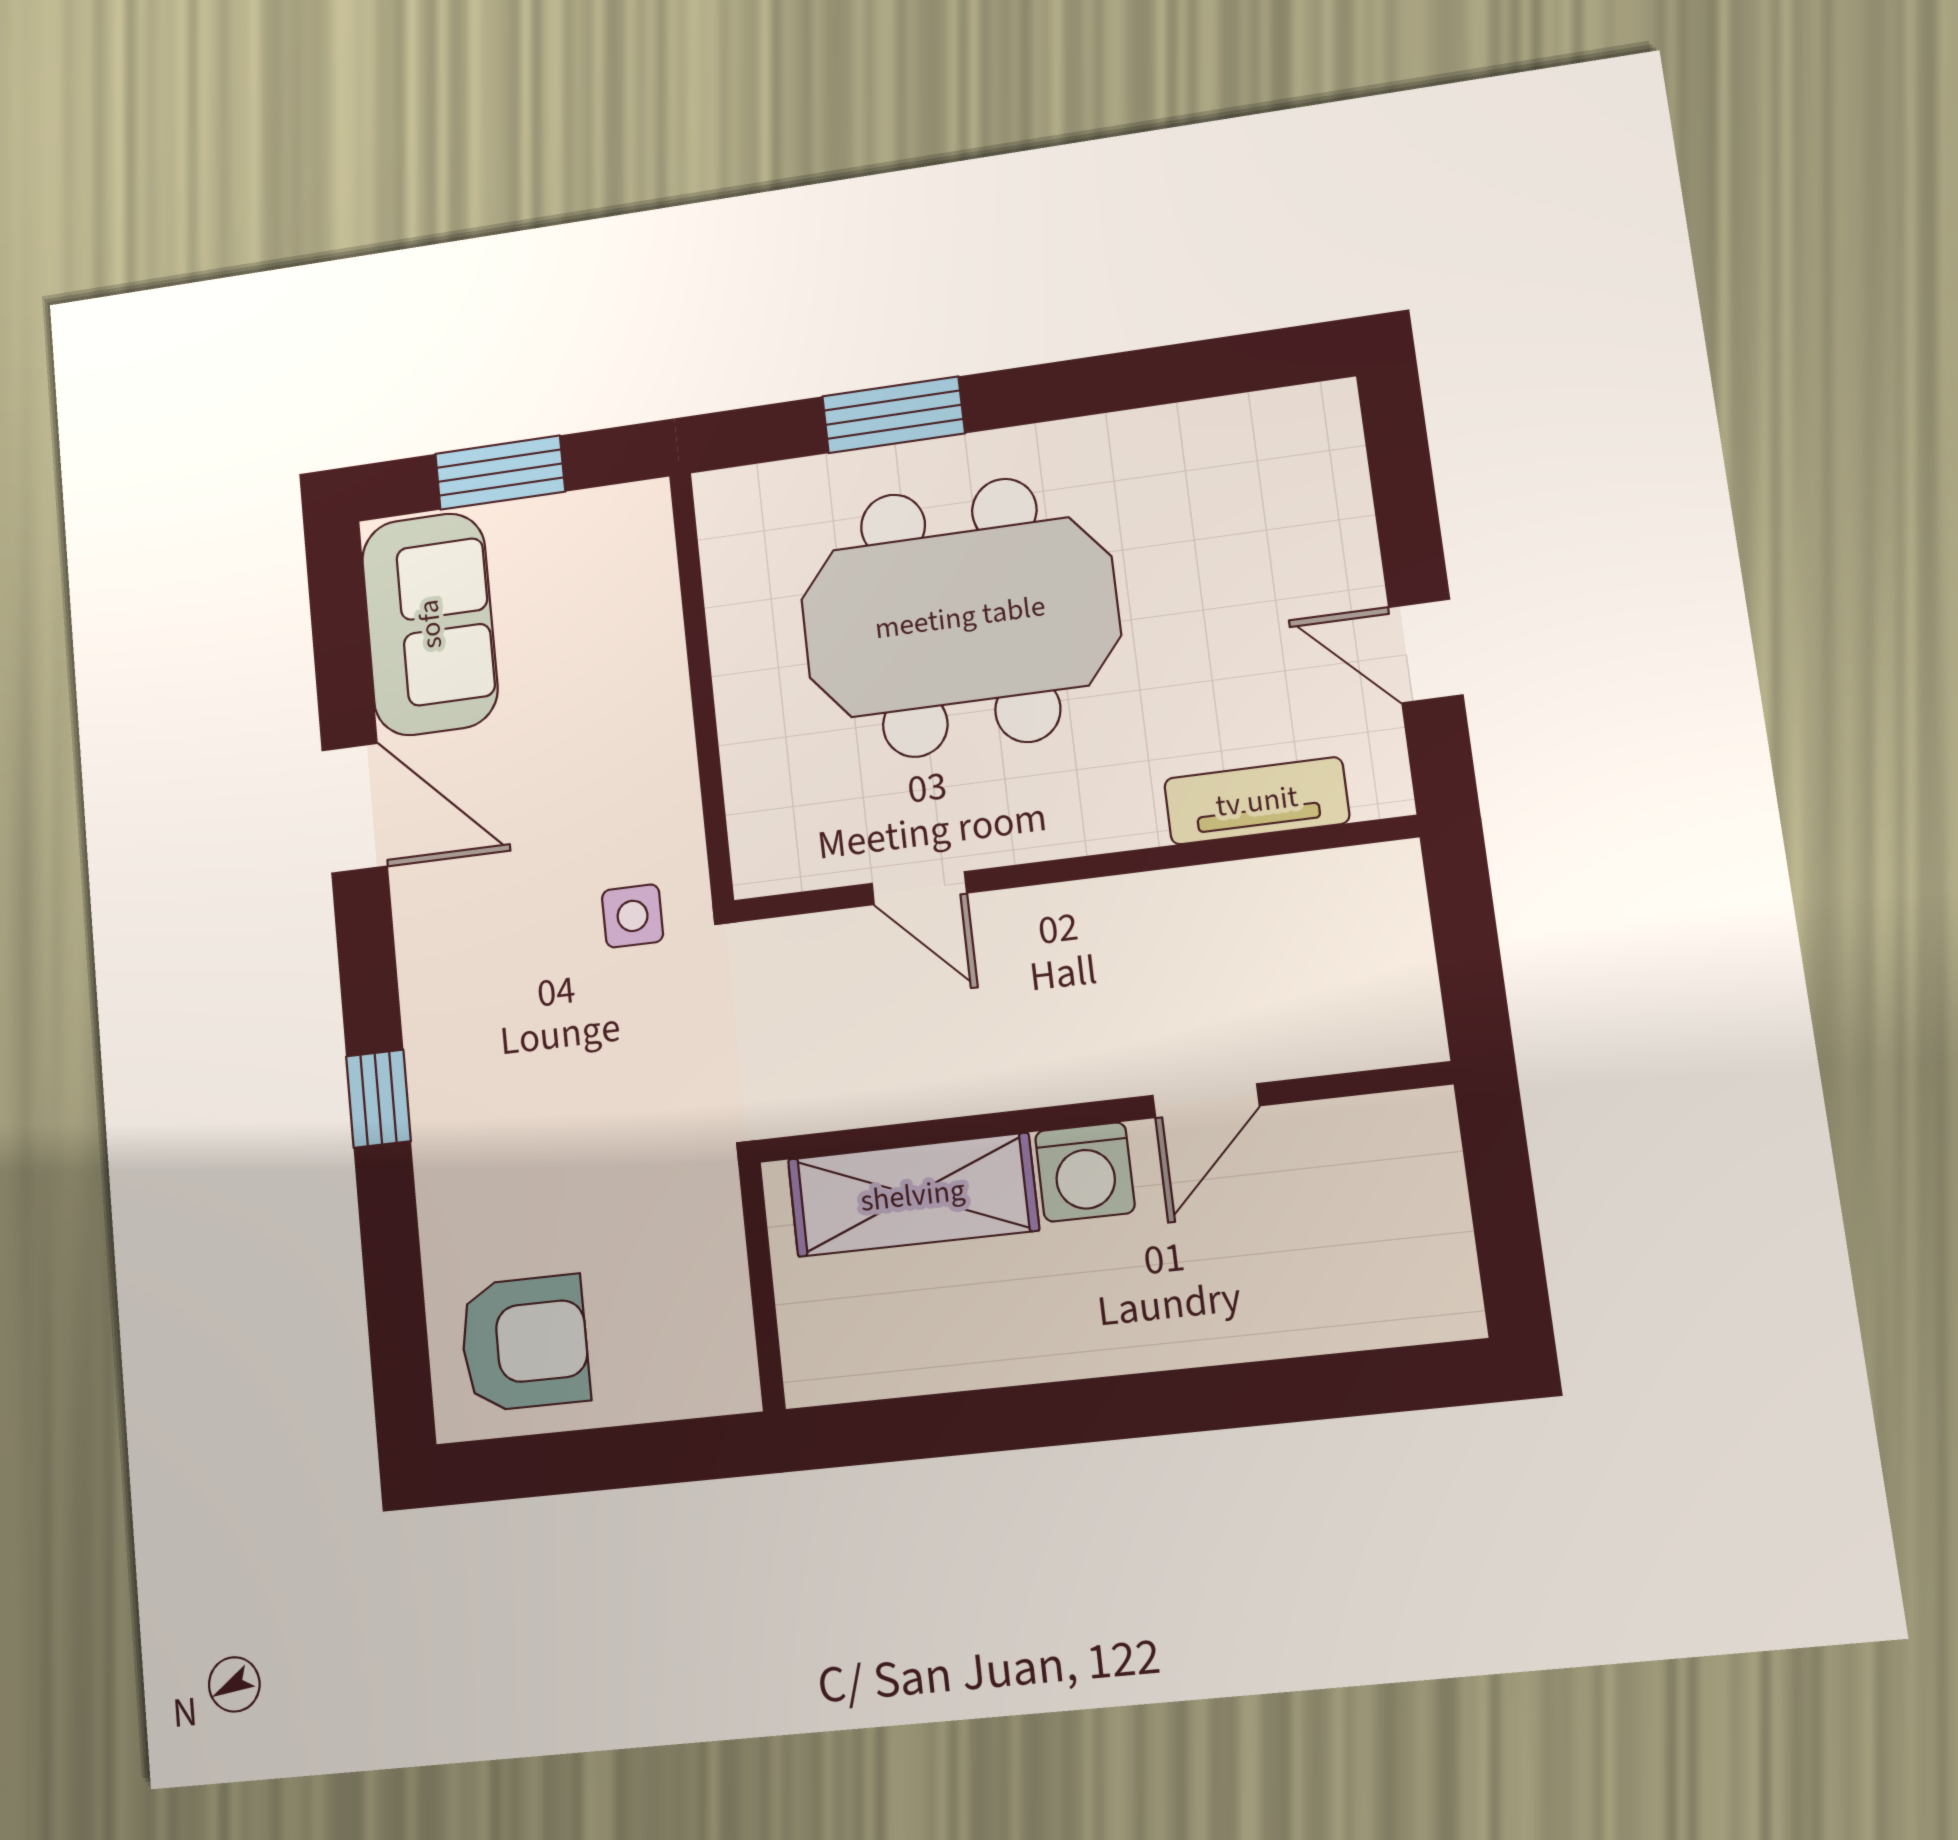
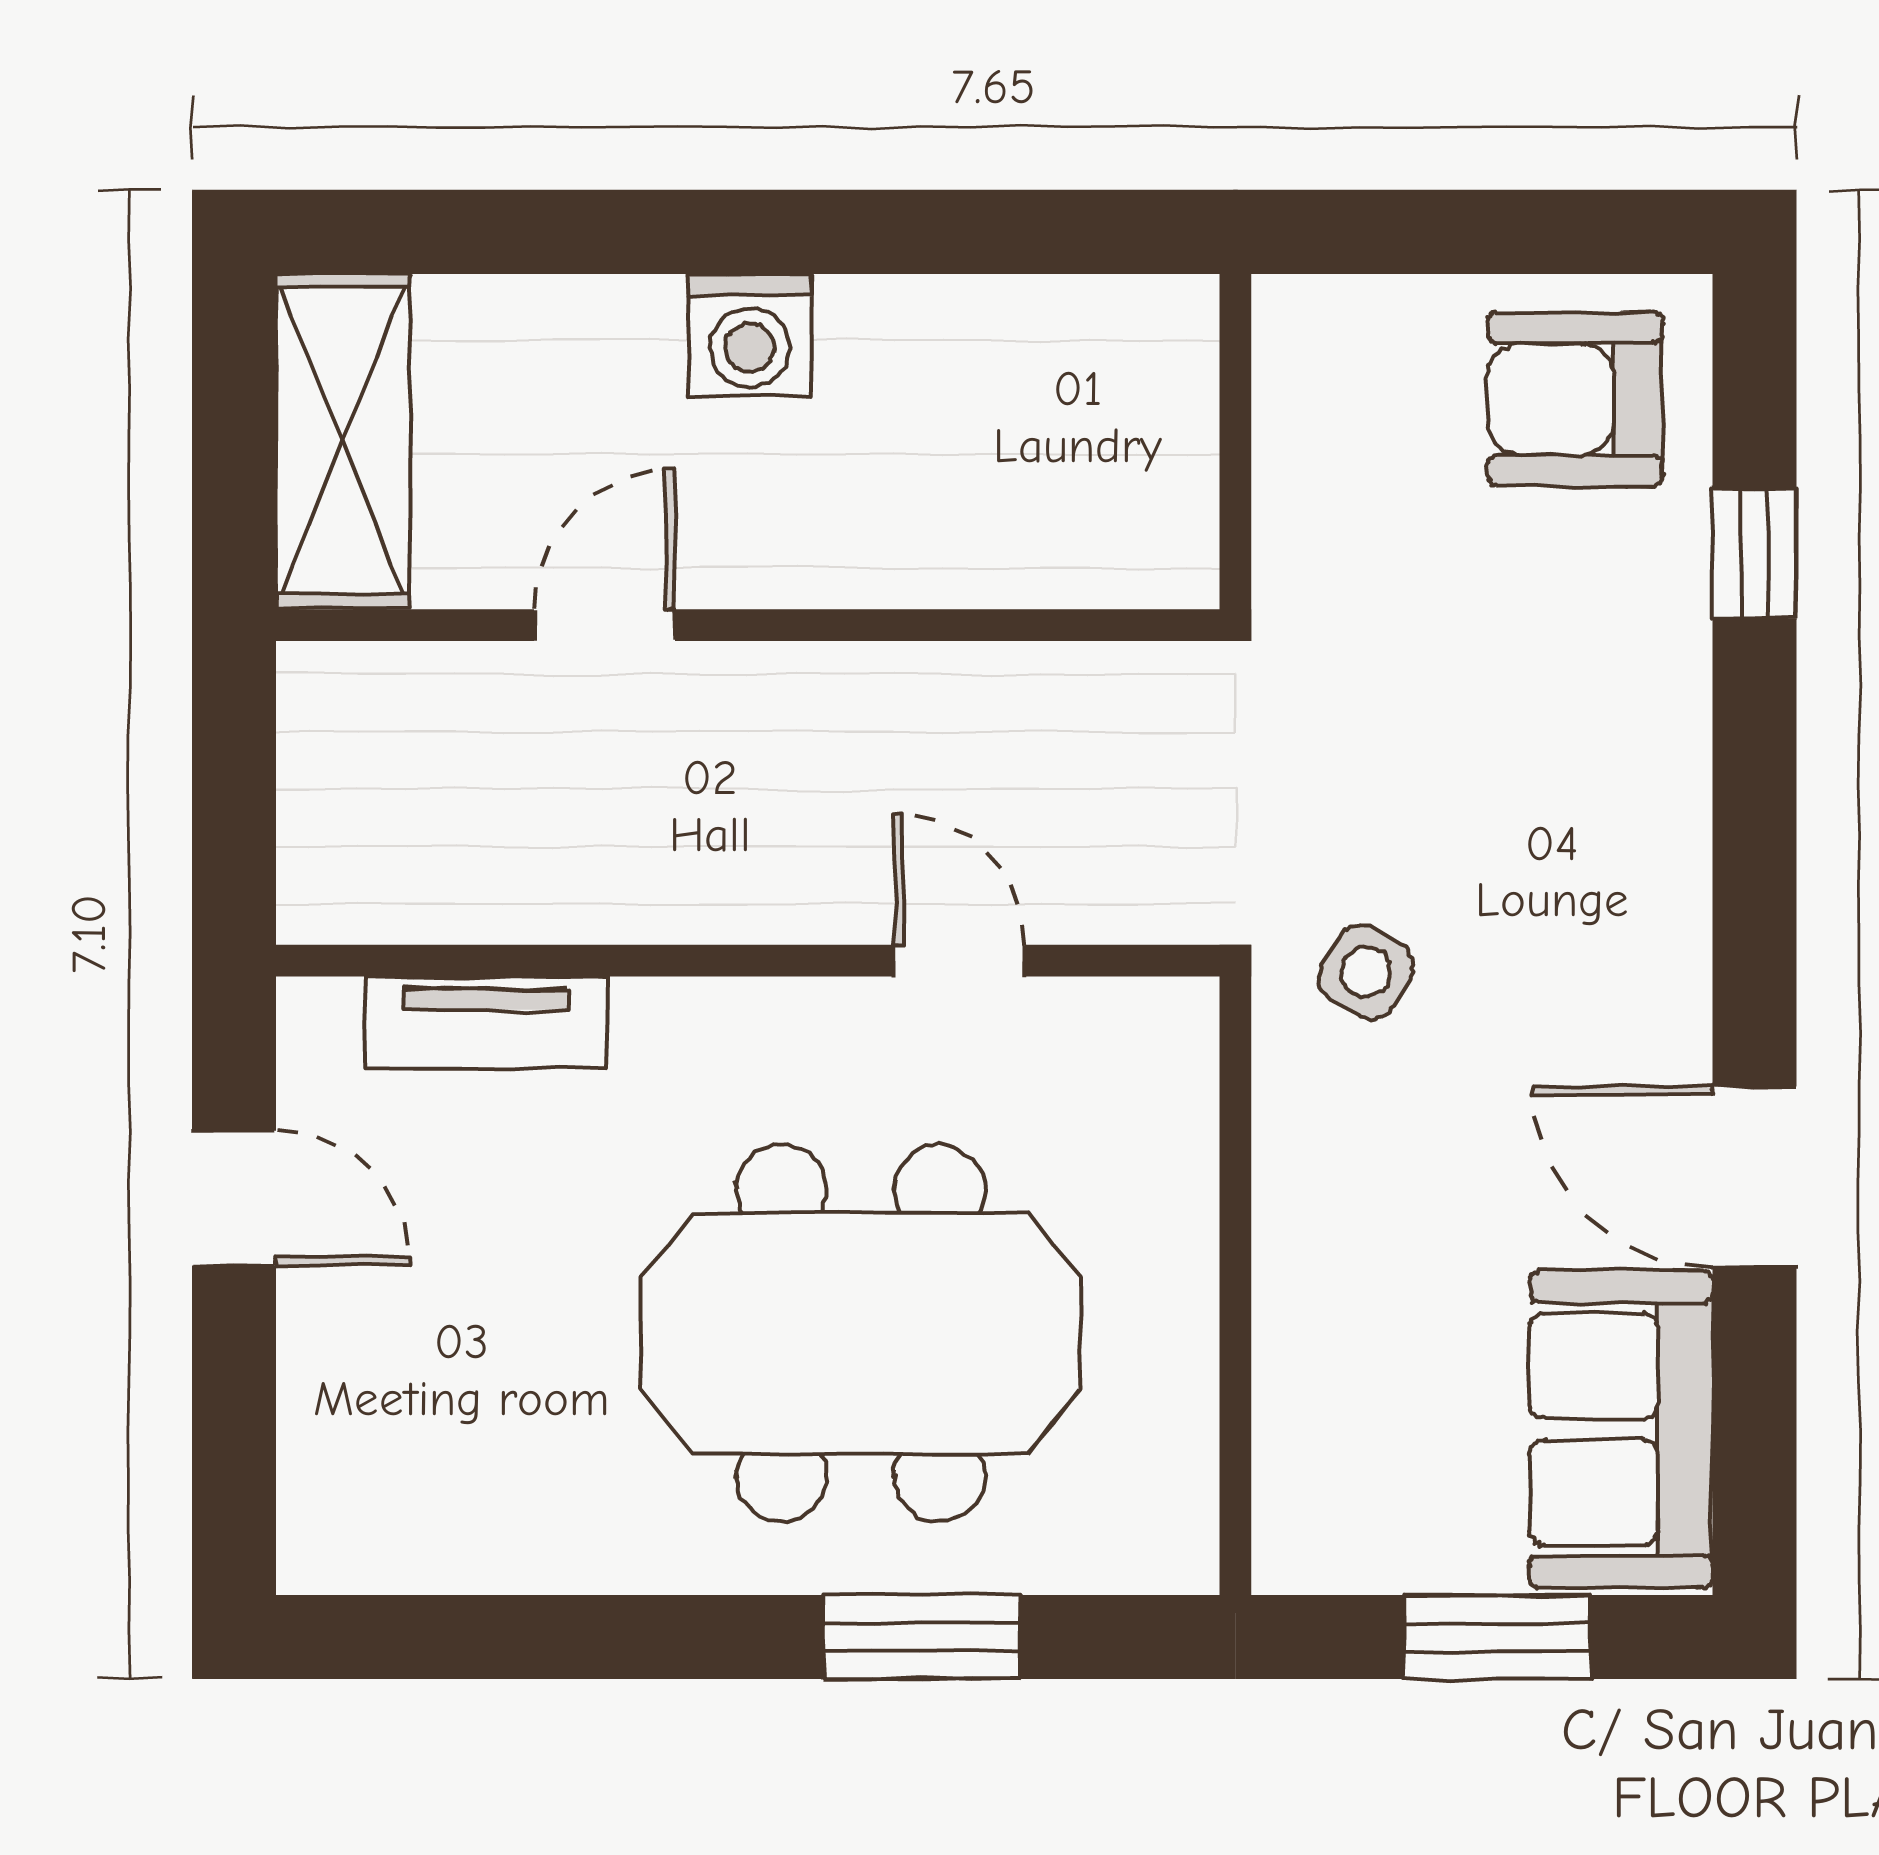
side table: (633, 916) -> (1366, 972), turned 31
window: (378, 1099) -> (1754, 553), moved
washing machine: (1085, 1172) -> (750, 335), moved, turned 180
shelving: (913, 1195) -> (343, 441), moved, turned 90

